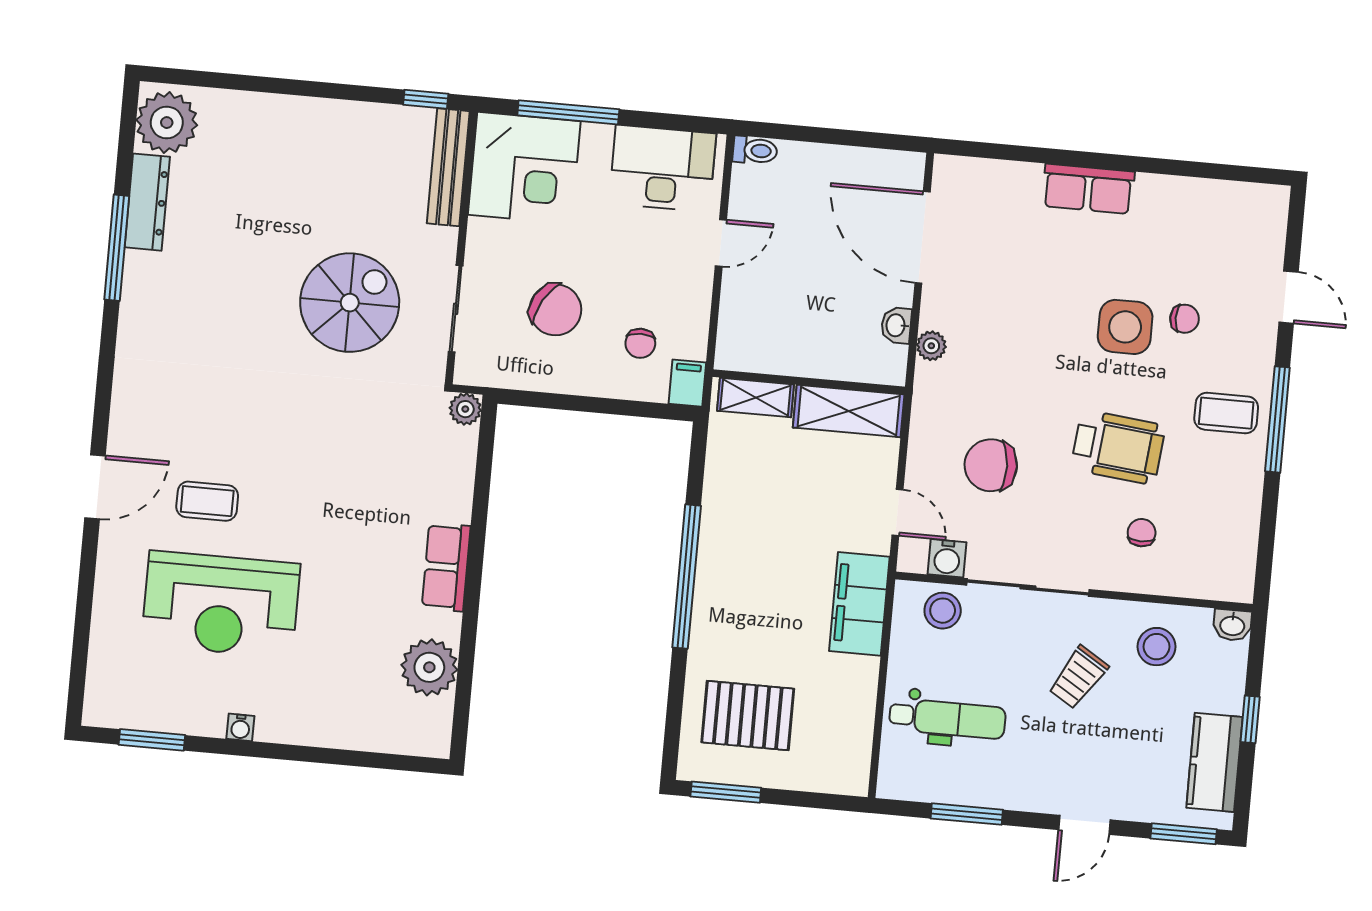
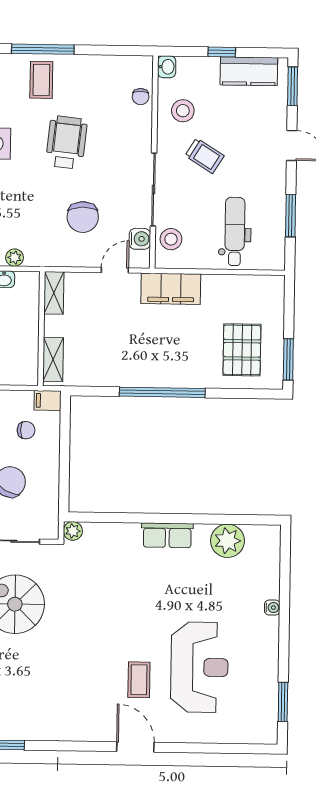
shelving: (849, 411) -> (54, 293), width x0.67, depth x0.75
chair: (1142, 533) -> (141, 97), moved, turned -90
water cooler: (240, 727) -> (272, 608), moved

